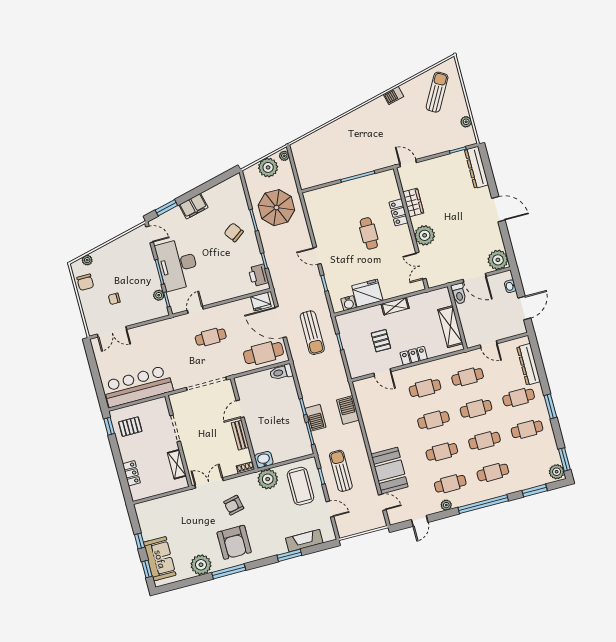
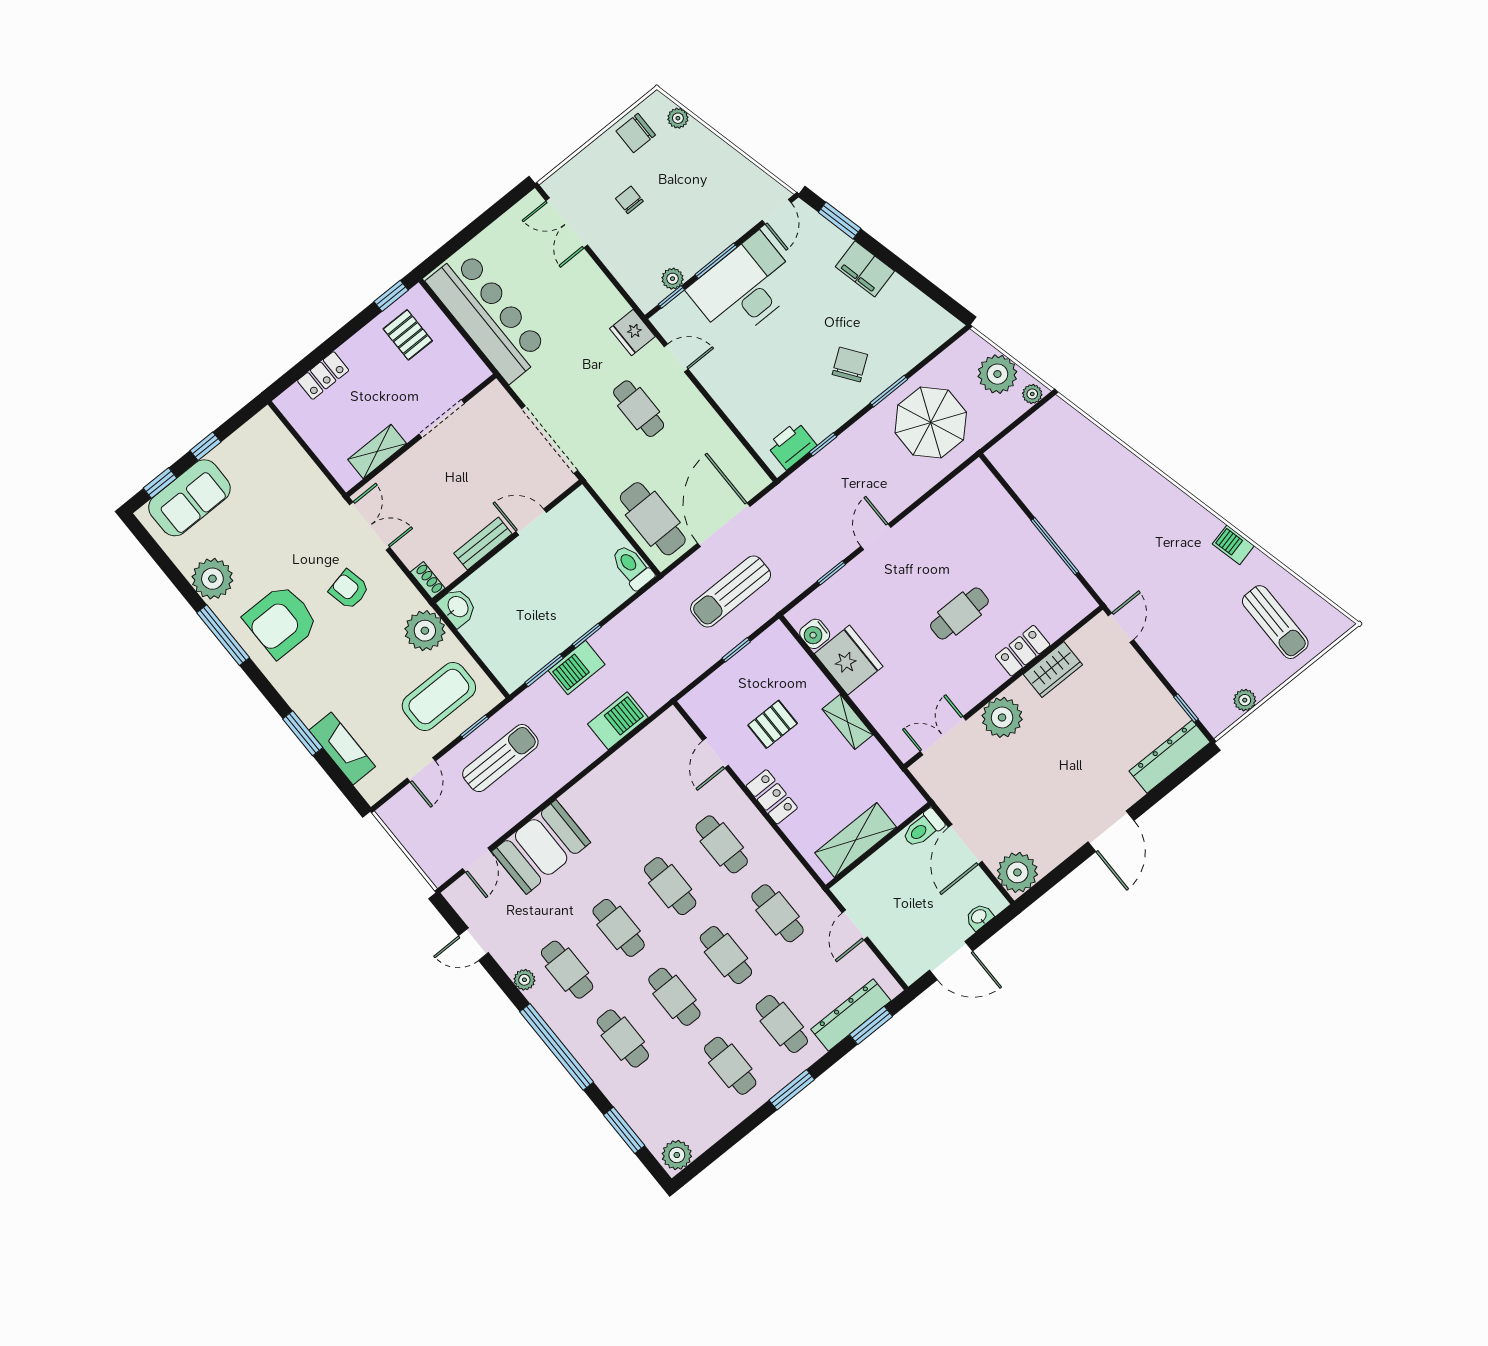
sun lounger: (437, 92) -> (1275, 622), turned 61
fridge: (261, 302) -> (632, 332), moved
window: (564, 459) -> (871, 1025), moved

